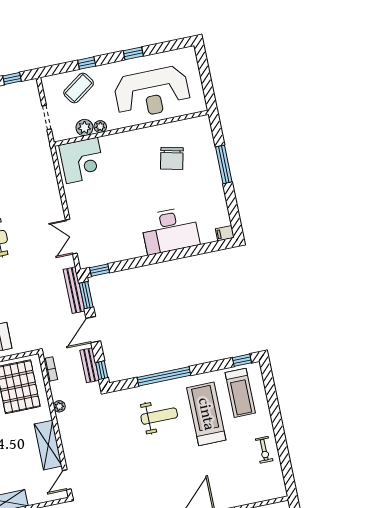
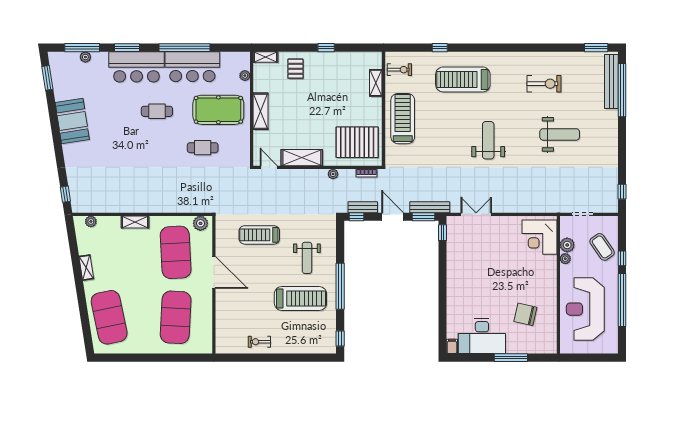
window: (133, 53) -> (622, 300), width x3.17
desk: (170, 230) -> (482, 336), moved, turned -90
window: (164, 376) -> (340, 286), moved
treadmill: (240, 393) -> (259, 235), moved

